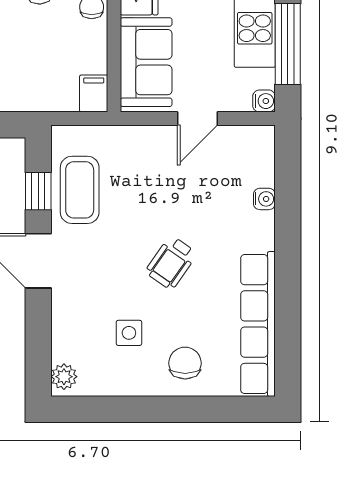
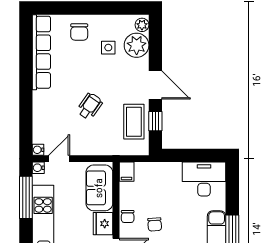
door: (197, 118) -> (59, 159), moved
water cooler: (264, 199) -> (38, 150), moved
wheelchair: (171, 263) -> (90, 106), moved
plant: (74, 337) -> (137, 45), added

